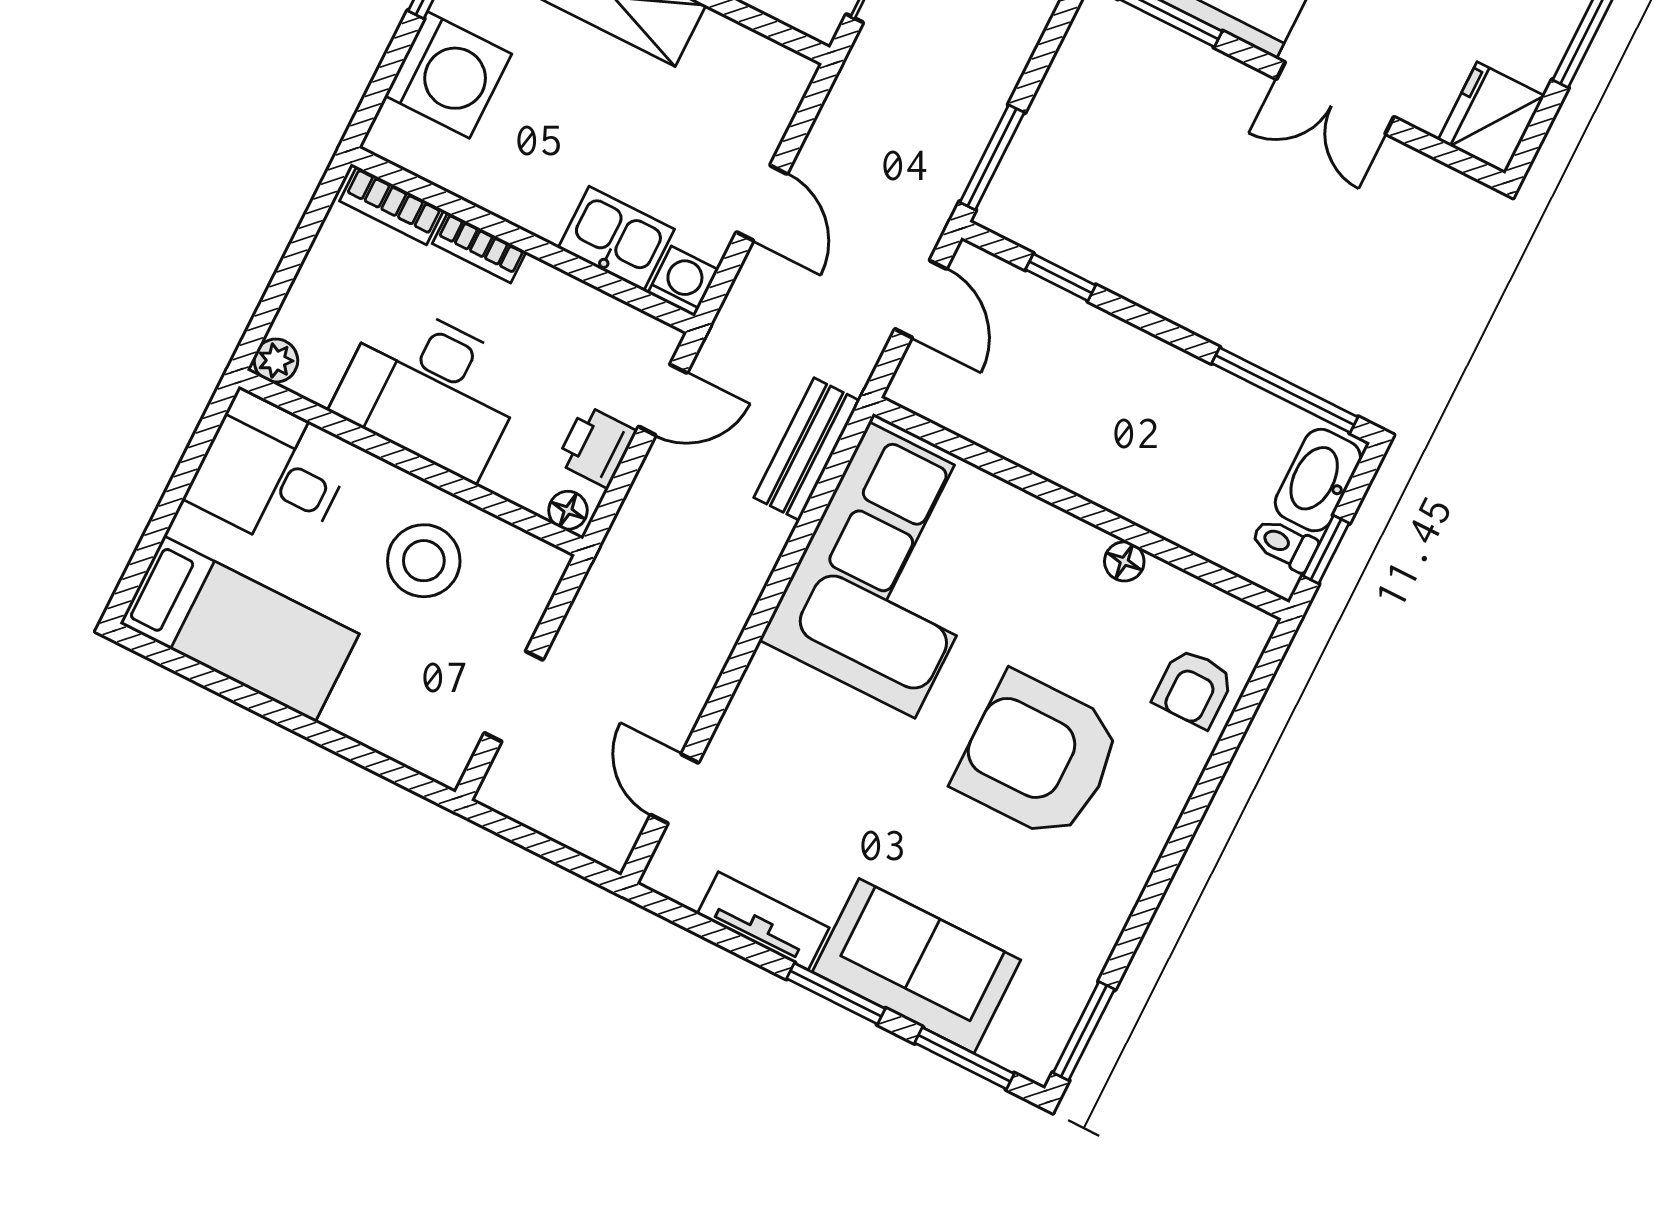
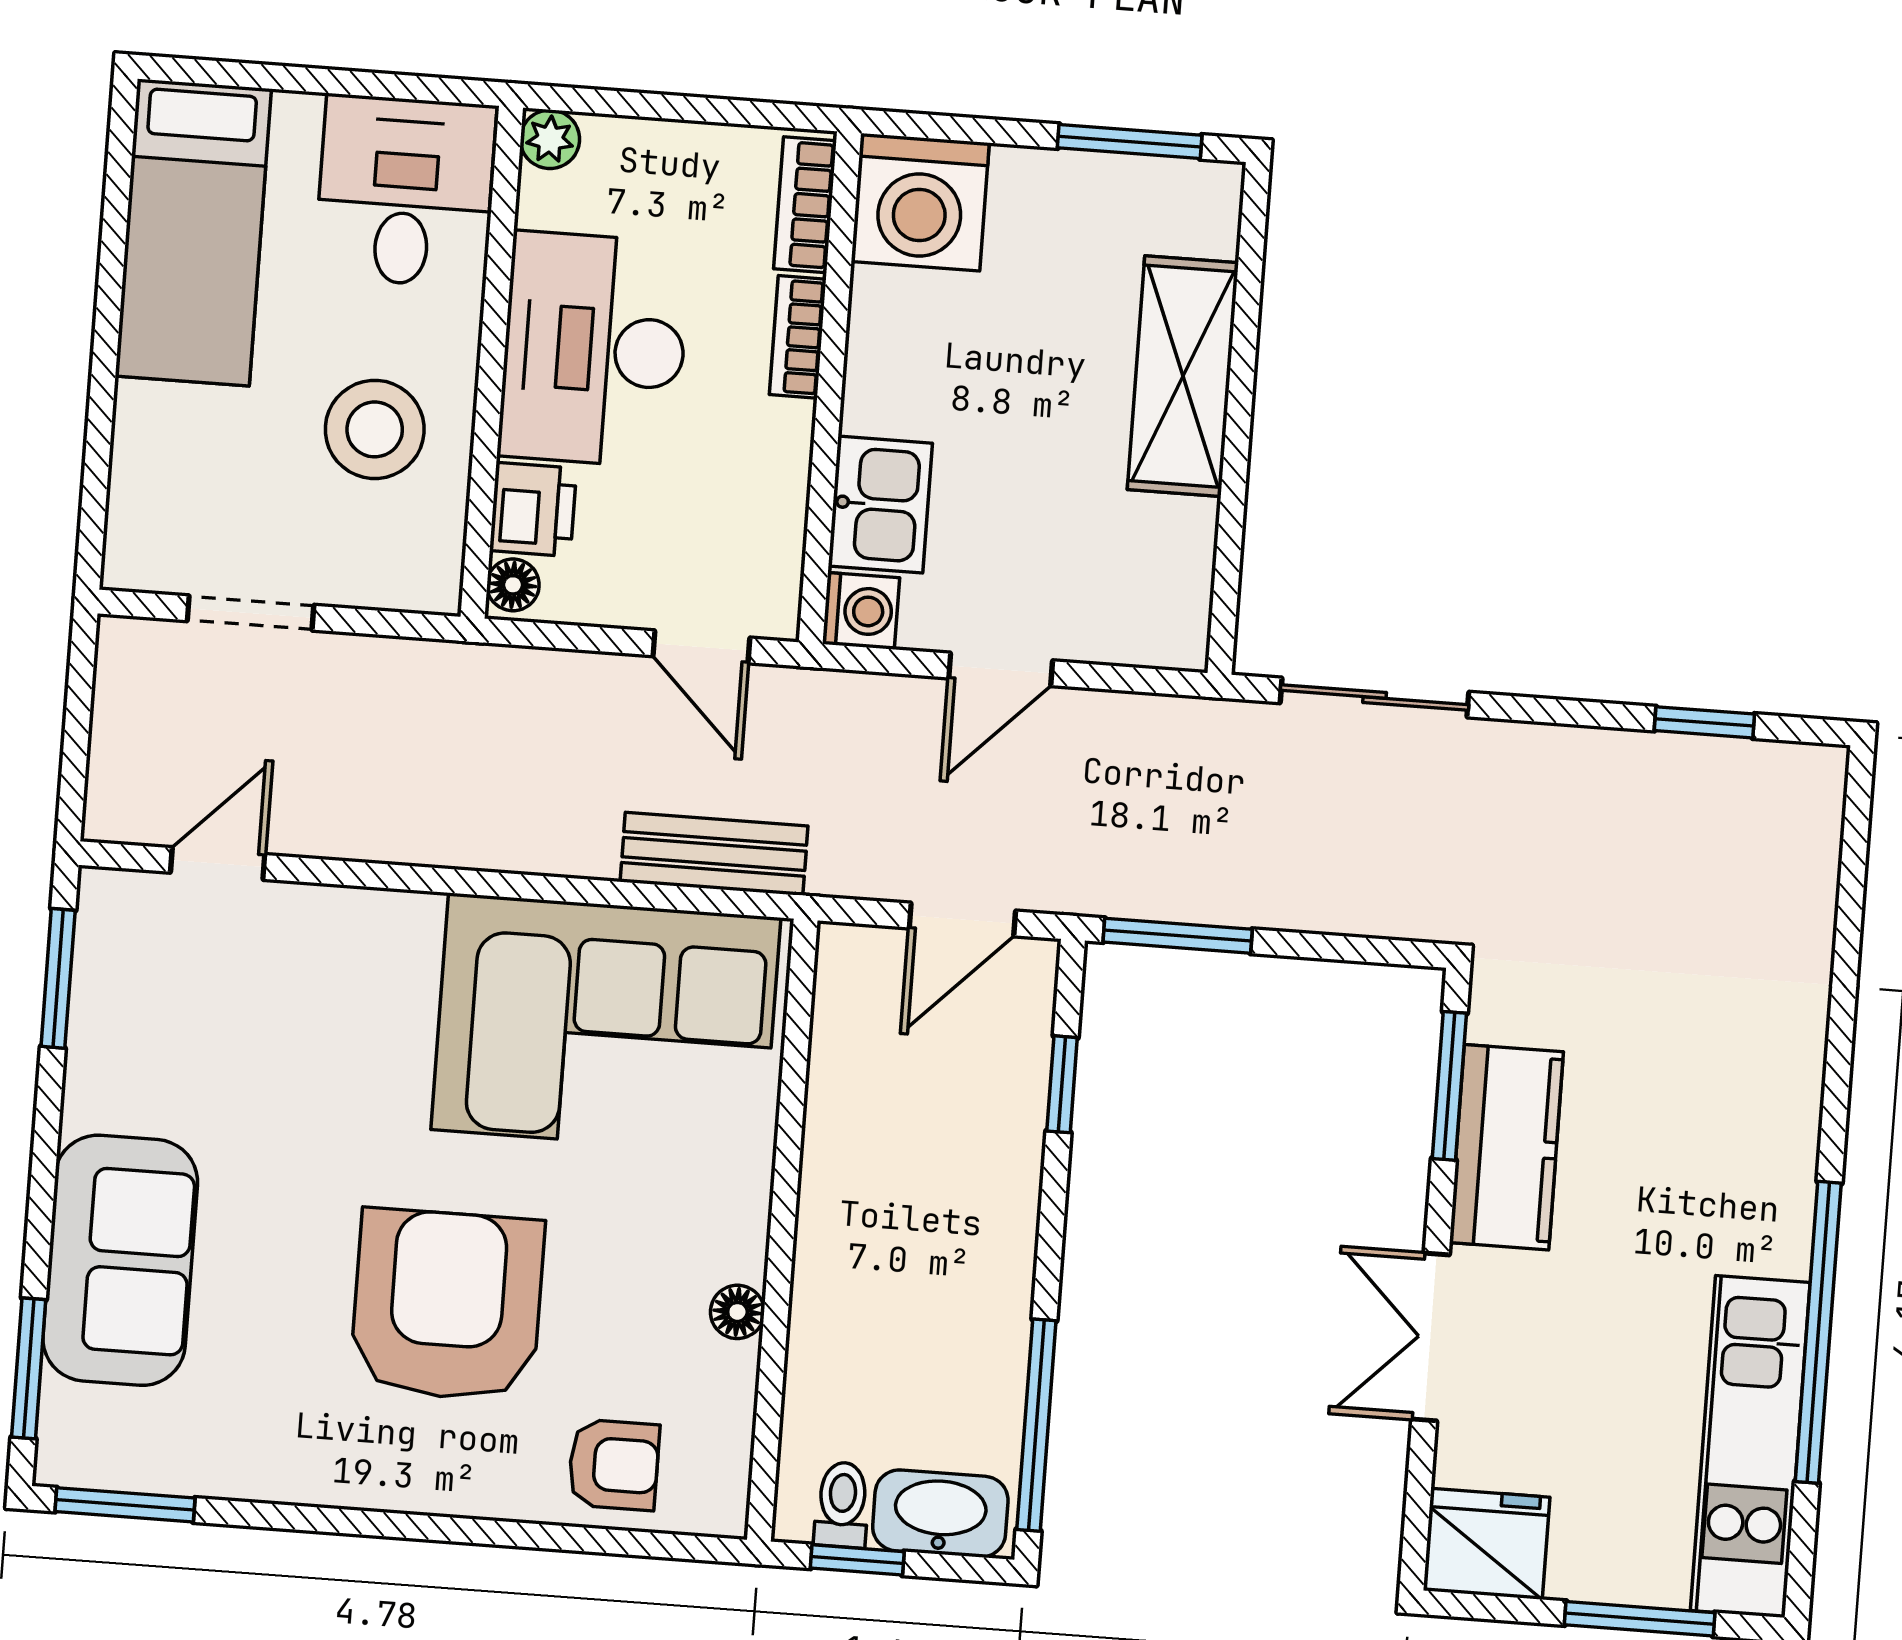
washing machine: (448, 75) -> (920, 202), moved
printer: (596, 447) -> (533, 509), moved, turned 90
armchair: (1193, 688) -> (614, 1465), turned 180
tv unit: (763, 921) -> (97, 1044), removed
window: (836, 994) -> (58, 978), moved

